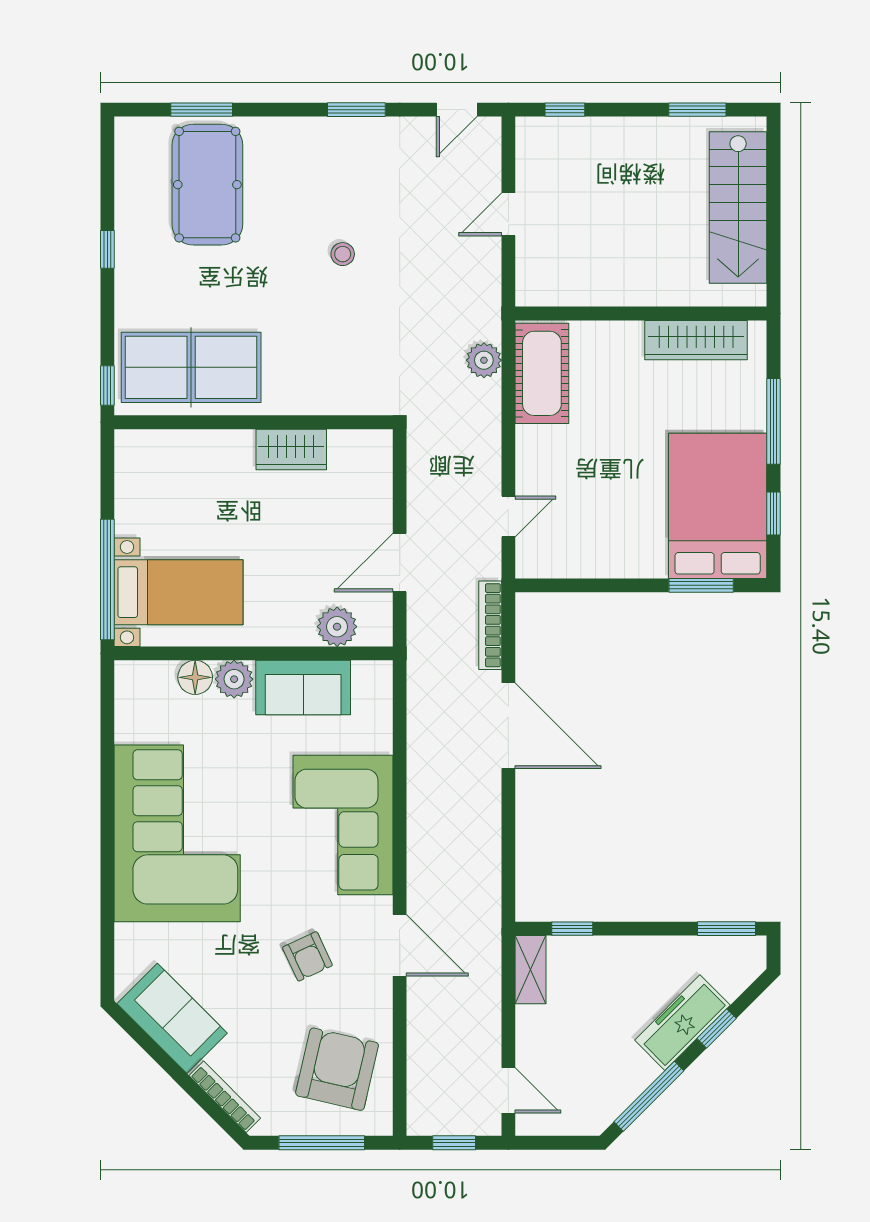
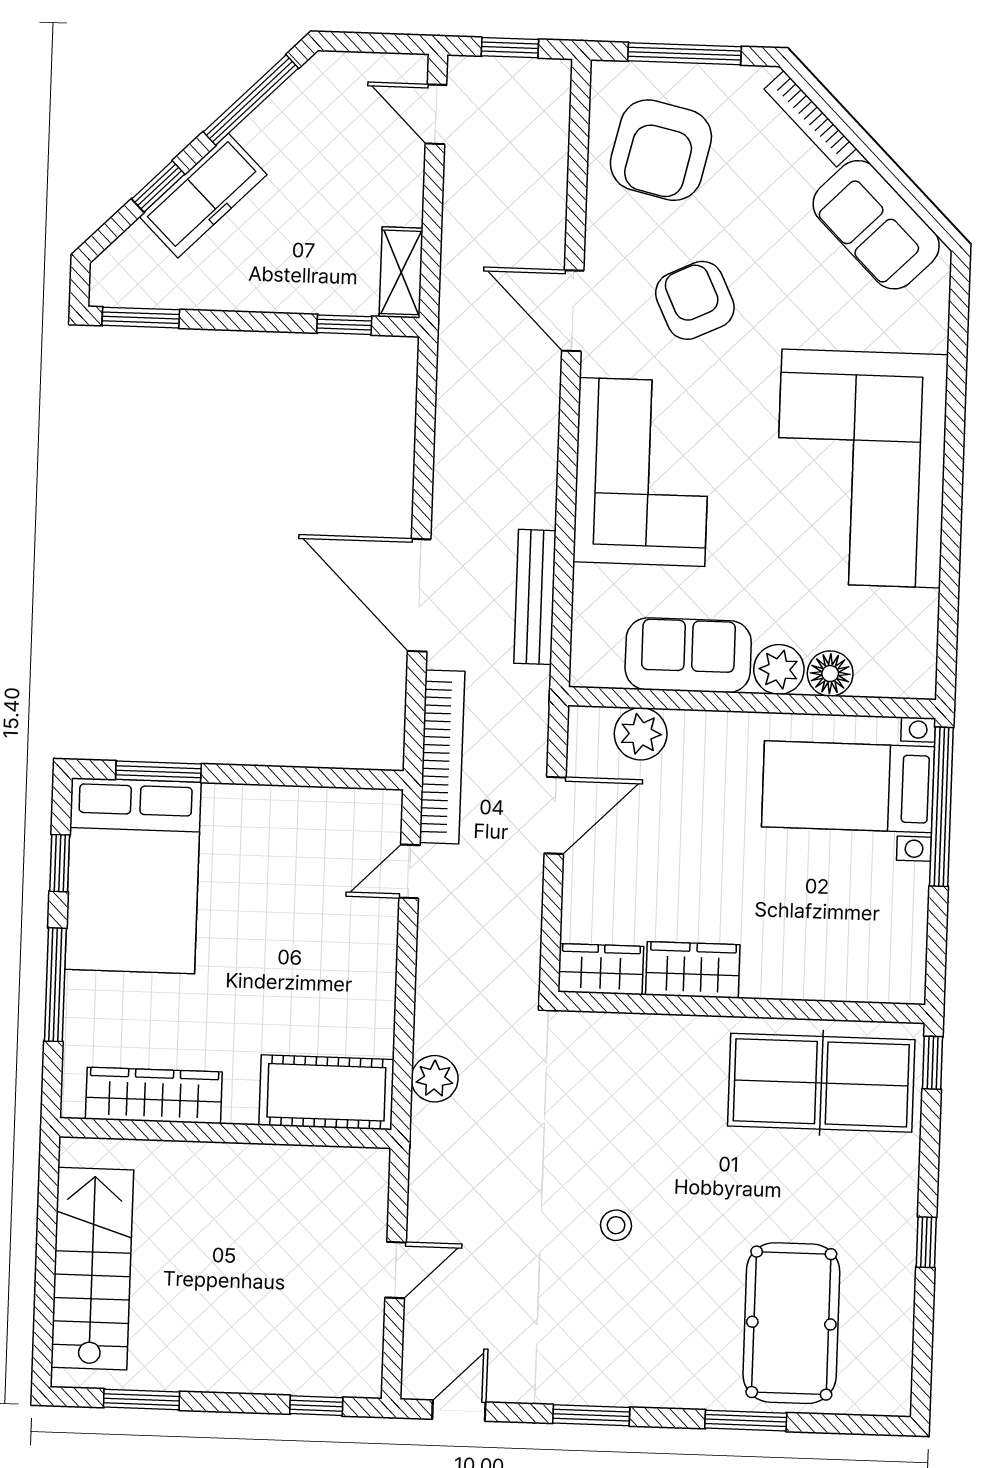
window: (202, 110) -> (746, 1421), moved
cot: (542, 373) -> (326, 1092), moved, turned 90
wardrobe: (361, 448) -> (601, 969), added
bookcase: (490, 625) -> (442, 757), width x1.48, depth x1.31
bench: (421, 728) -> (535, 597), added
armchair: (307, 956) -> (695, 300), width x1.38, depth x1.38

